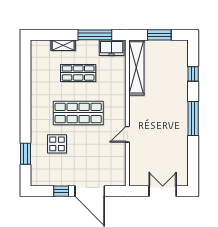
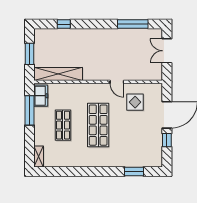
shelving: (63, 45) -> (39, 156), moved
window: (193, 119) -> (133, 24), moved
display table: (57, 144) -> (135, 102), moved

